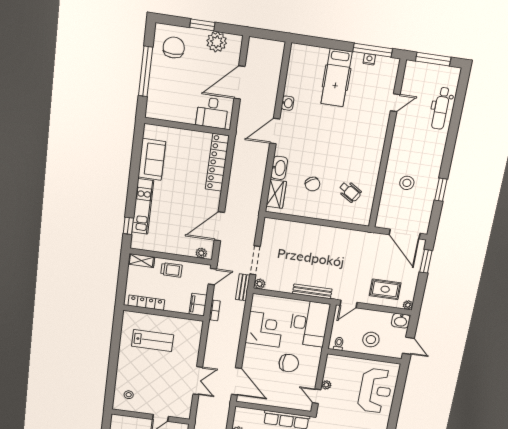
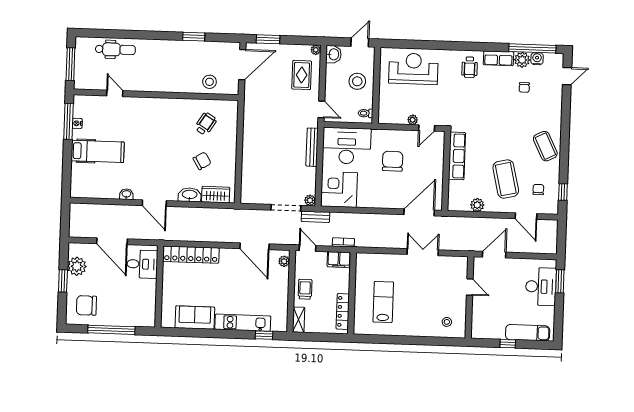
stool: (407, 183) -> (209, 82), moved
corner desk: (264, 329) -> (339, 189), moved

